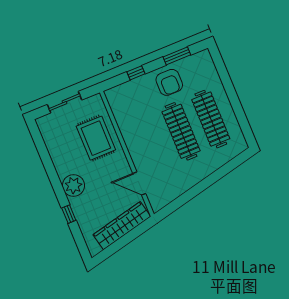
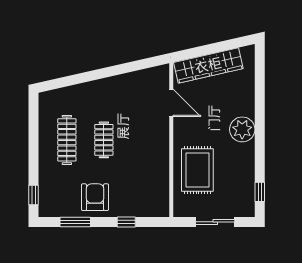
window: (219, 64) -> (34, 195), added
clothes rail: (211, 119) -> (67, 140), width x0.73, depth x0.76
clothes rail: (181, 131) -> (104, 140), width x0.54, depth x0.76
window: (69, 214) -> (260, 192), moved

